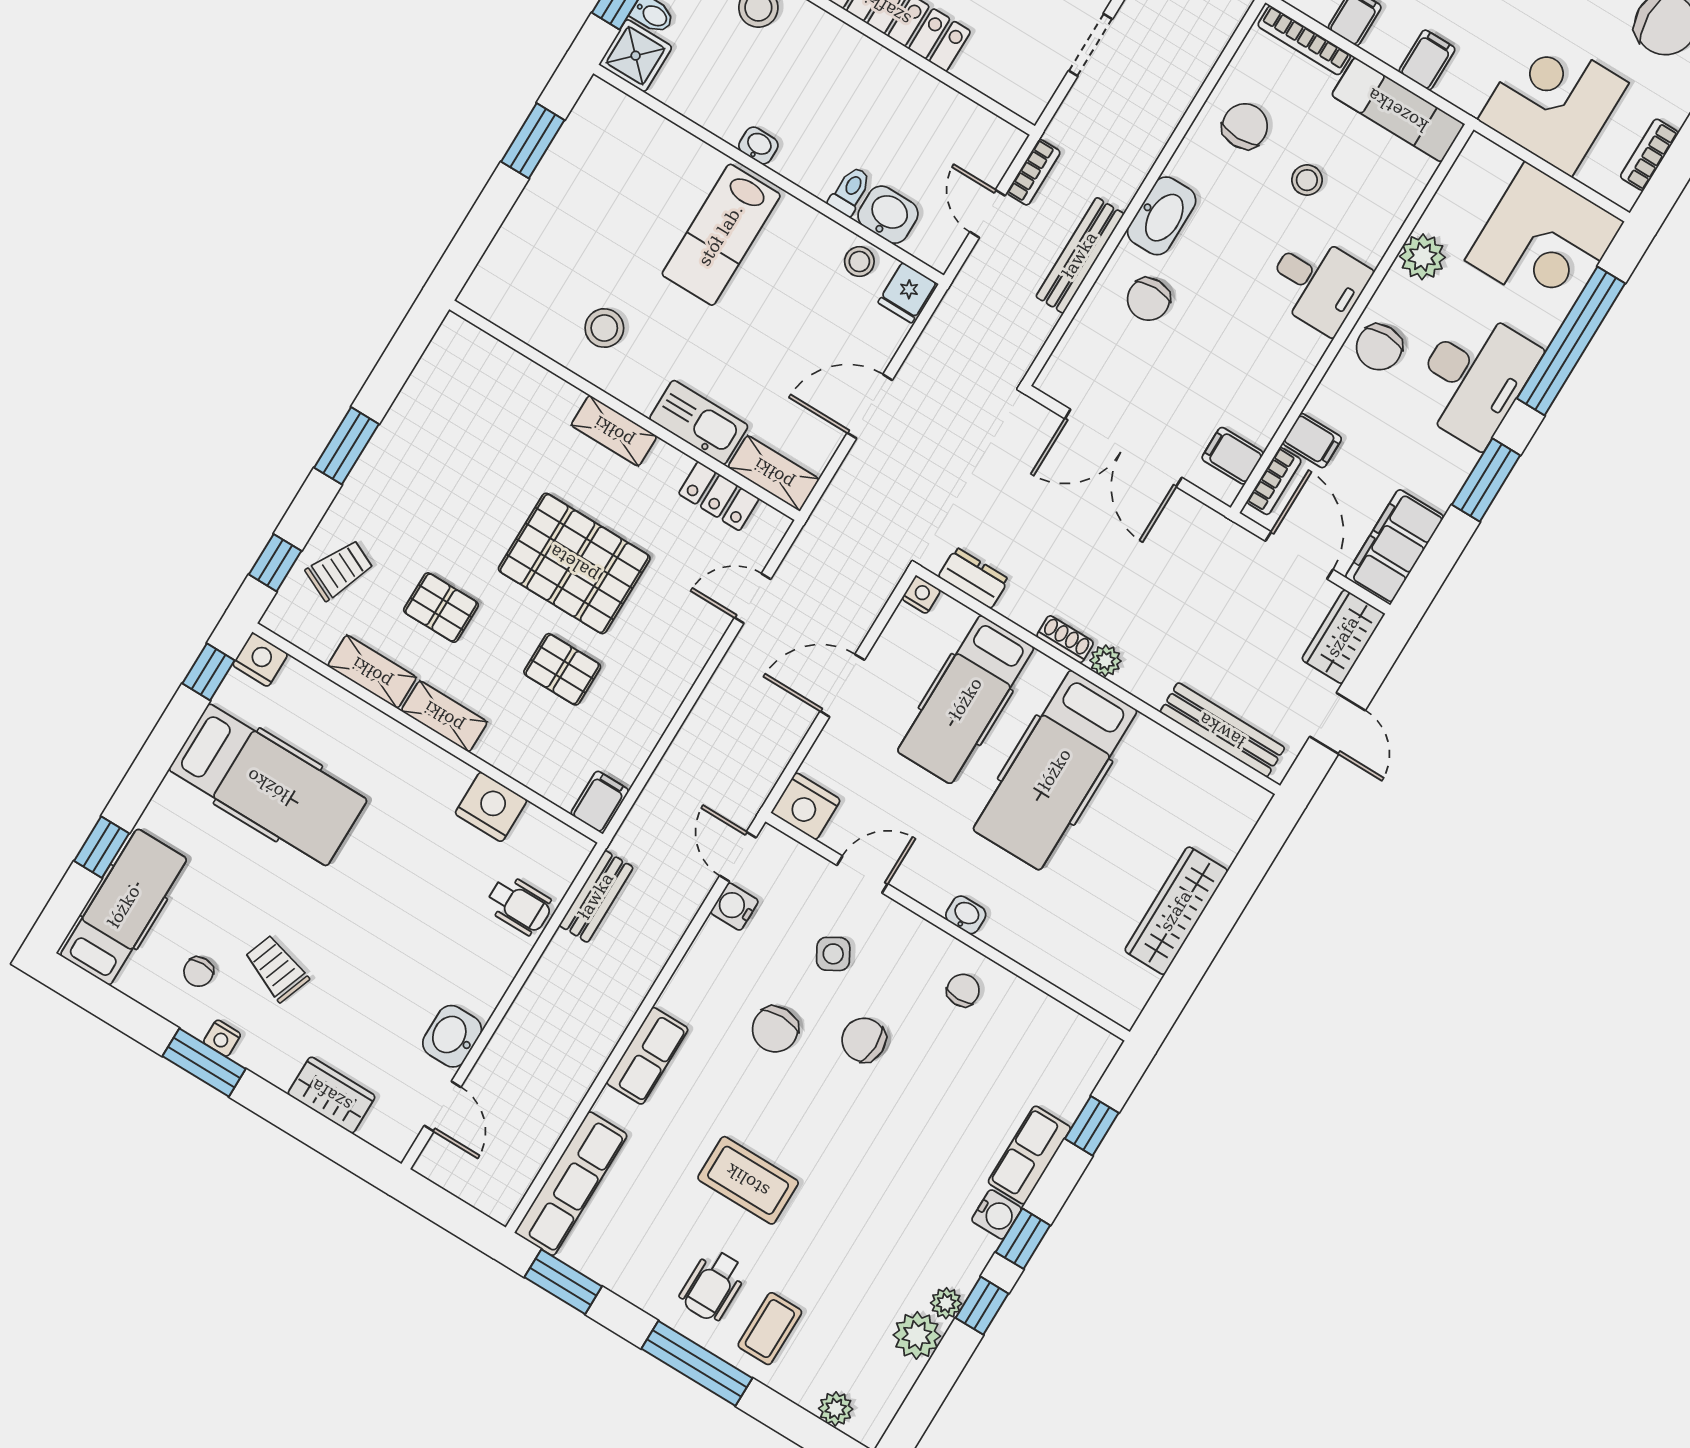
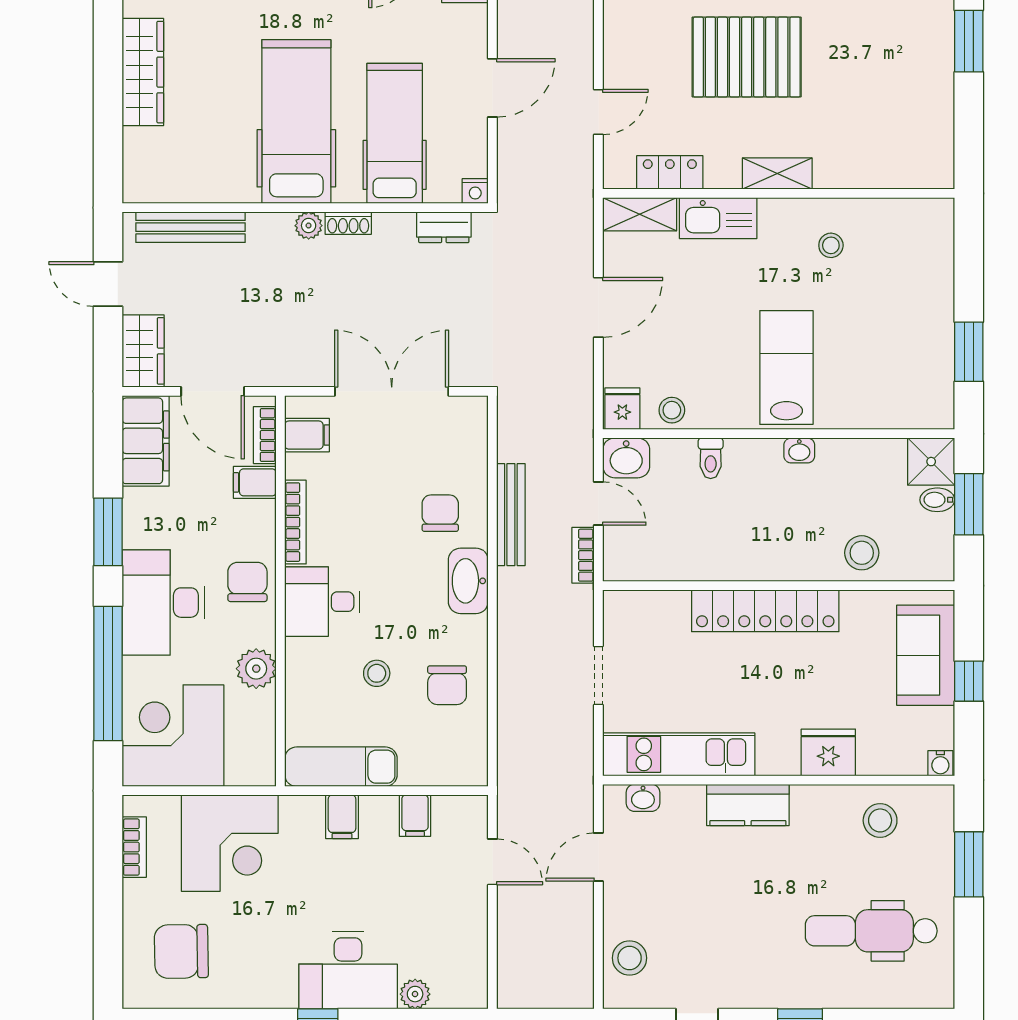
bookcase: (1304, 40) -> (295, 522), moved, turned 90
washbasin: (888, 215) -> (626, 458), moved
stool: (604, 328) -> (831, 245), width x0.73, depth x0.73

